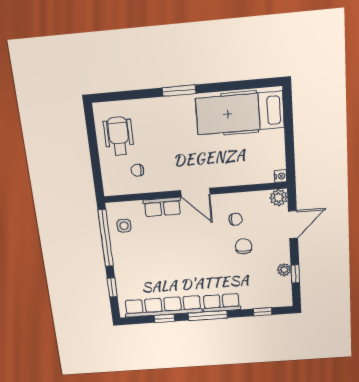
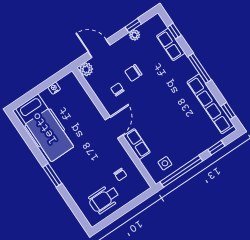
nightstand: (281, 176) -> (54, 88), moved
row of seats: (221, 303) -> (171, 44), moved
window: (164, 318) -> (228, 111), moved

